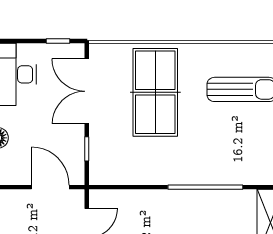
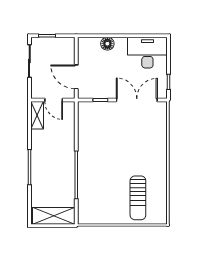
table tennis table: (155, 92) -> (136, 143), removed
door: (50, 187) -> (76, 77), swing flipped

